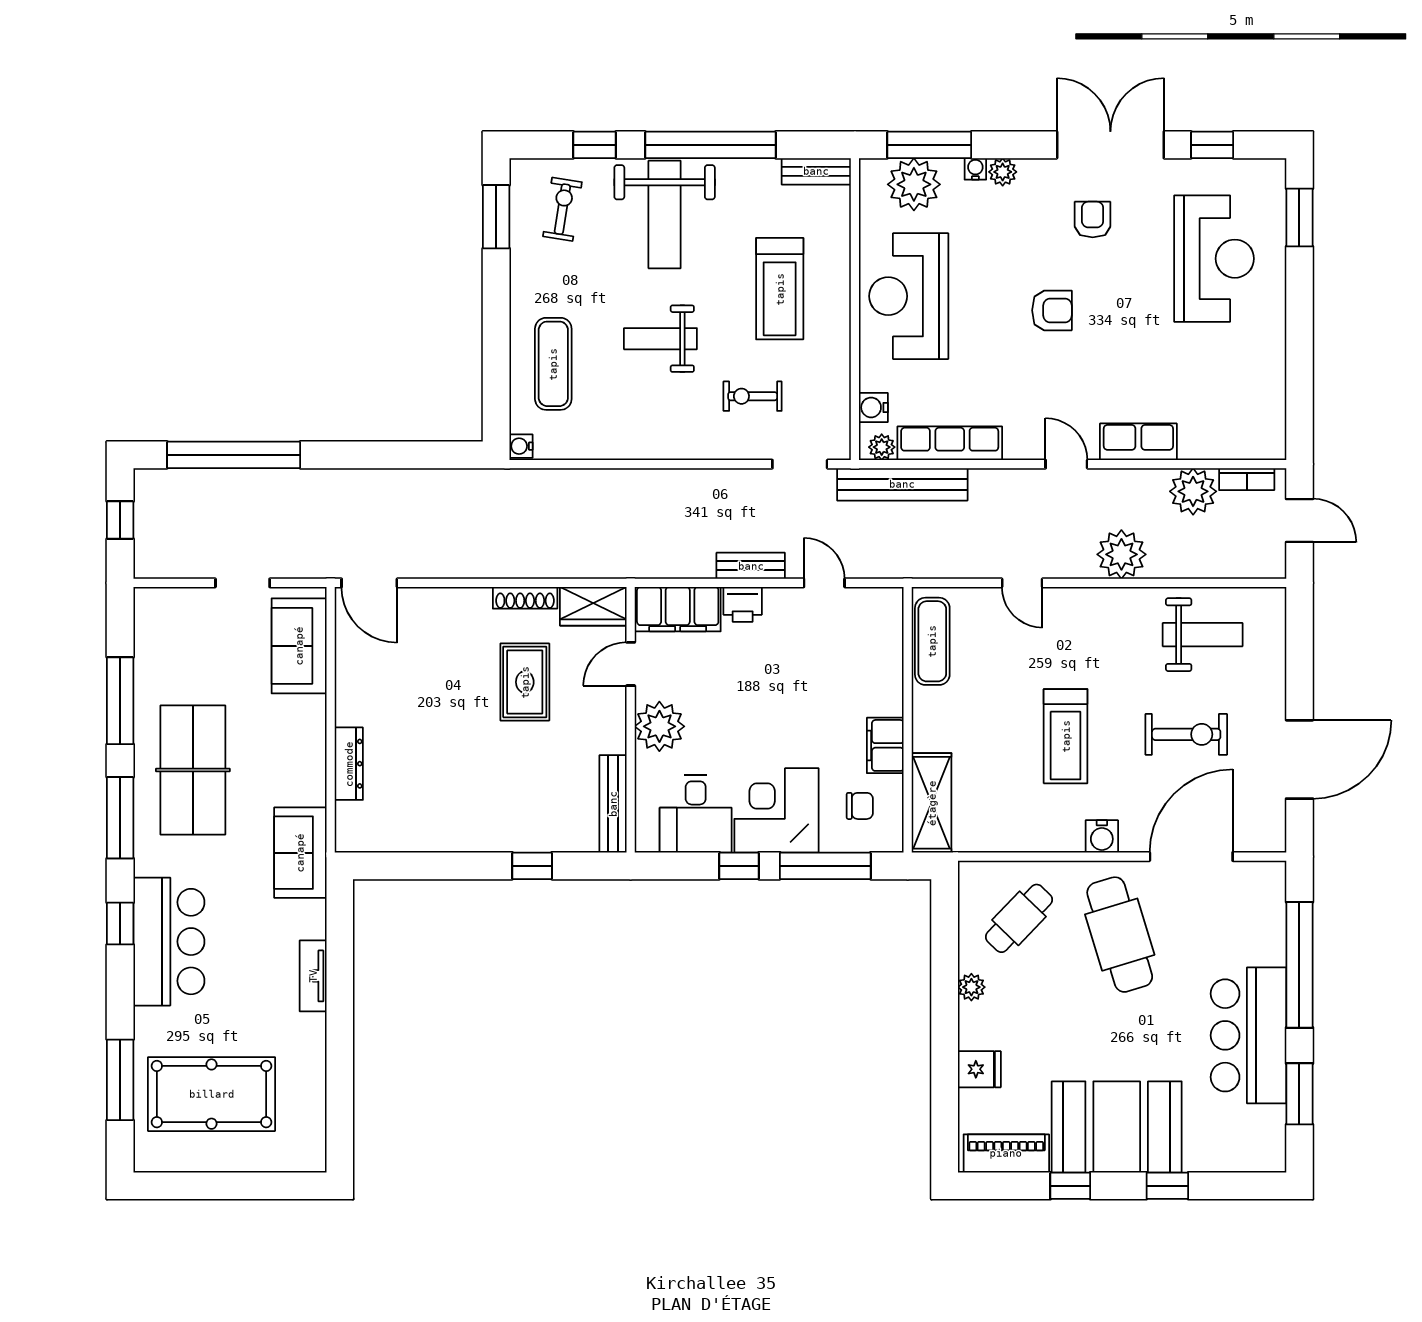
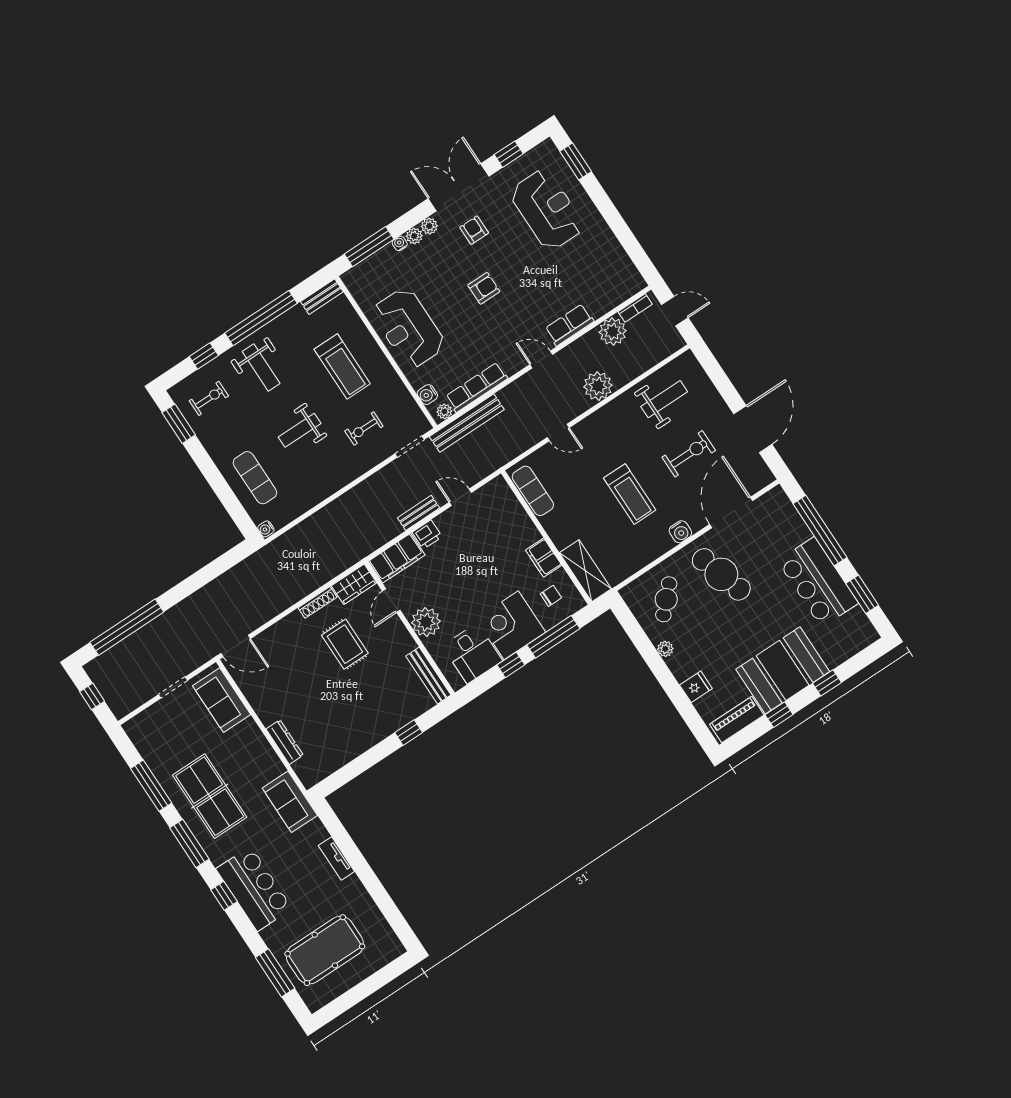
plant: (914, 184) -> (429, 226), moved, width x0.53, depth x0.53
exercise bike: (562, 209) -> (209, 398), turned 81
weight bench: (665, 215) -> (261, 368), width x0.73, depth x0.75

